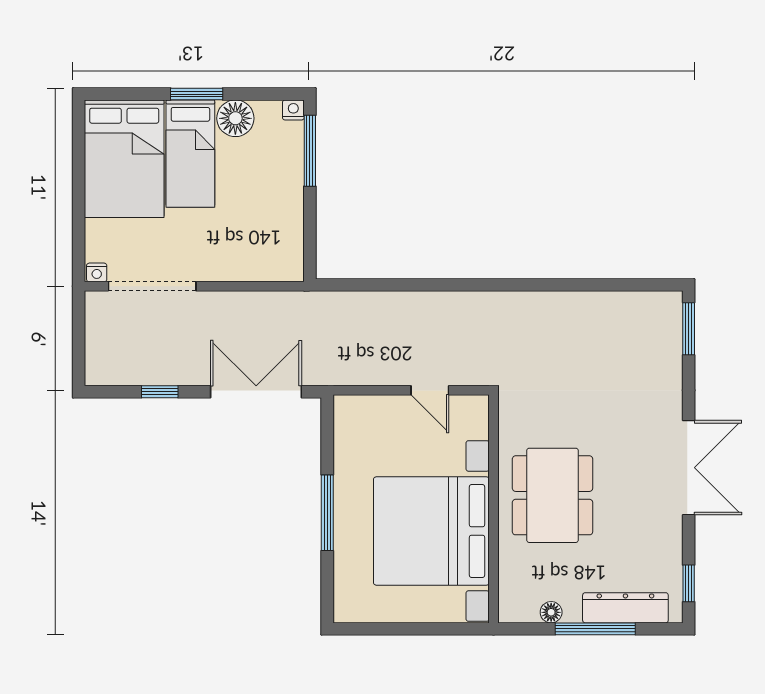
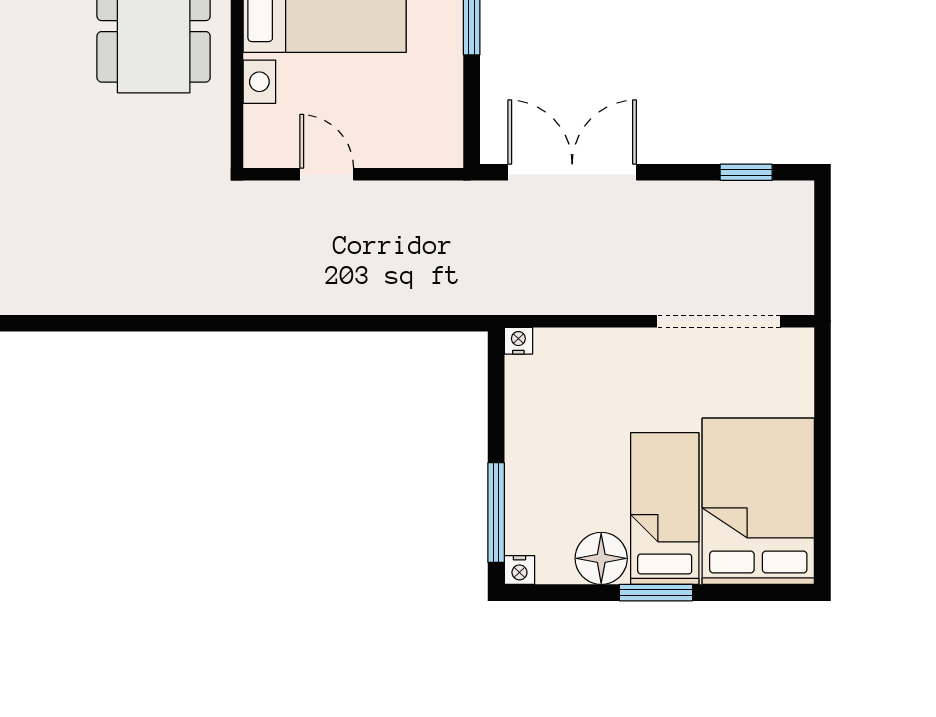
nightstand: (97, 272) -> (518, 341), moved
window: (160, 392) -> (746, 172), moved
double door: (256, 392) -> (572, 172), swing flipped

